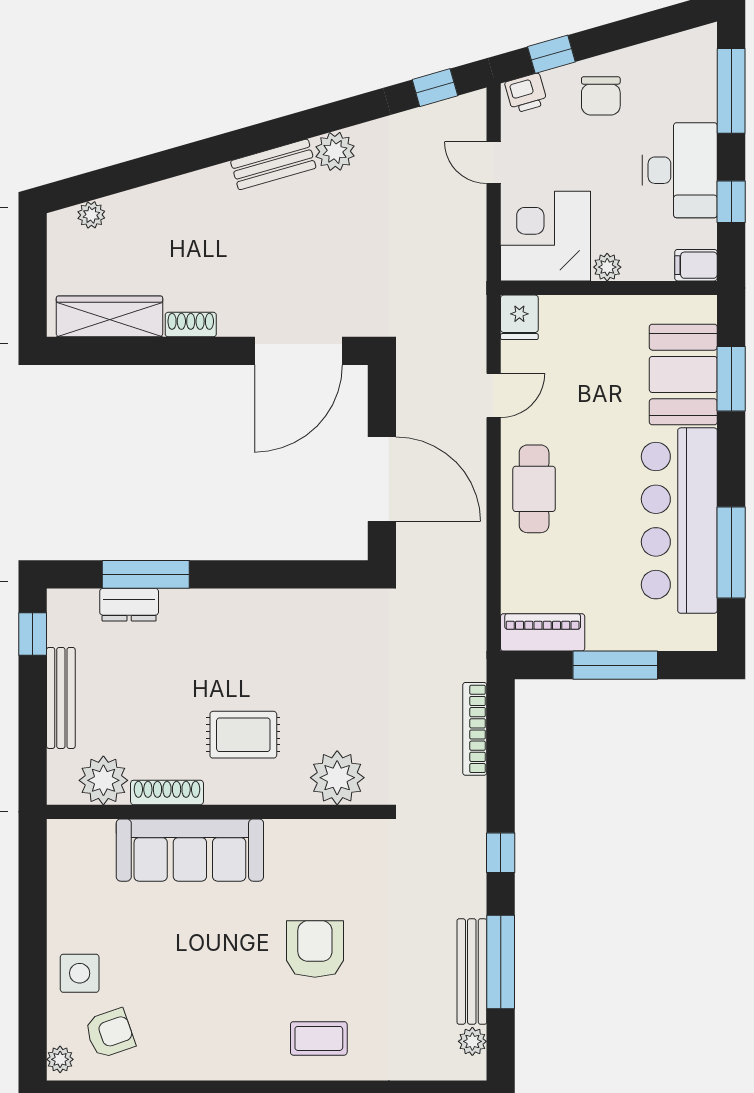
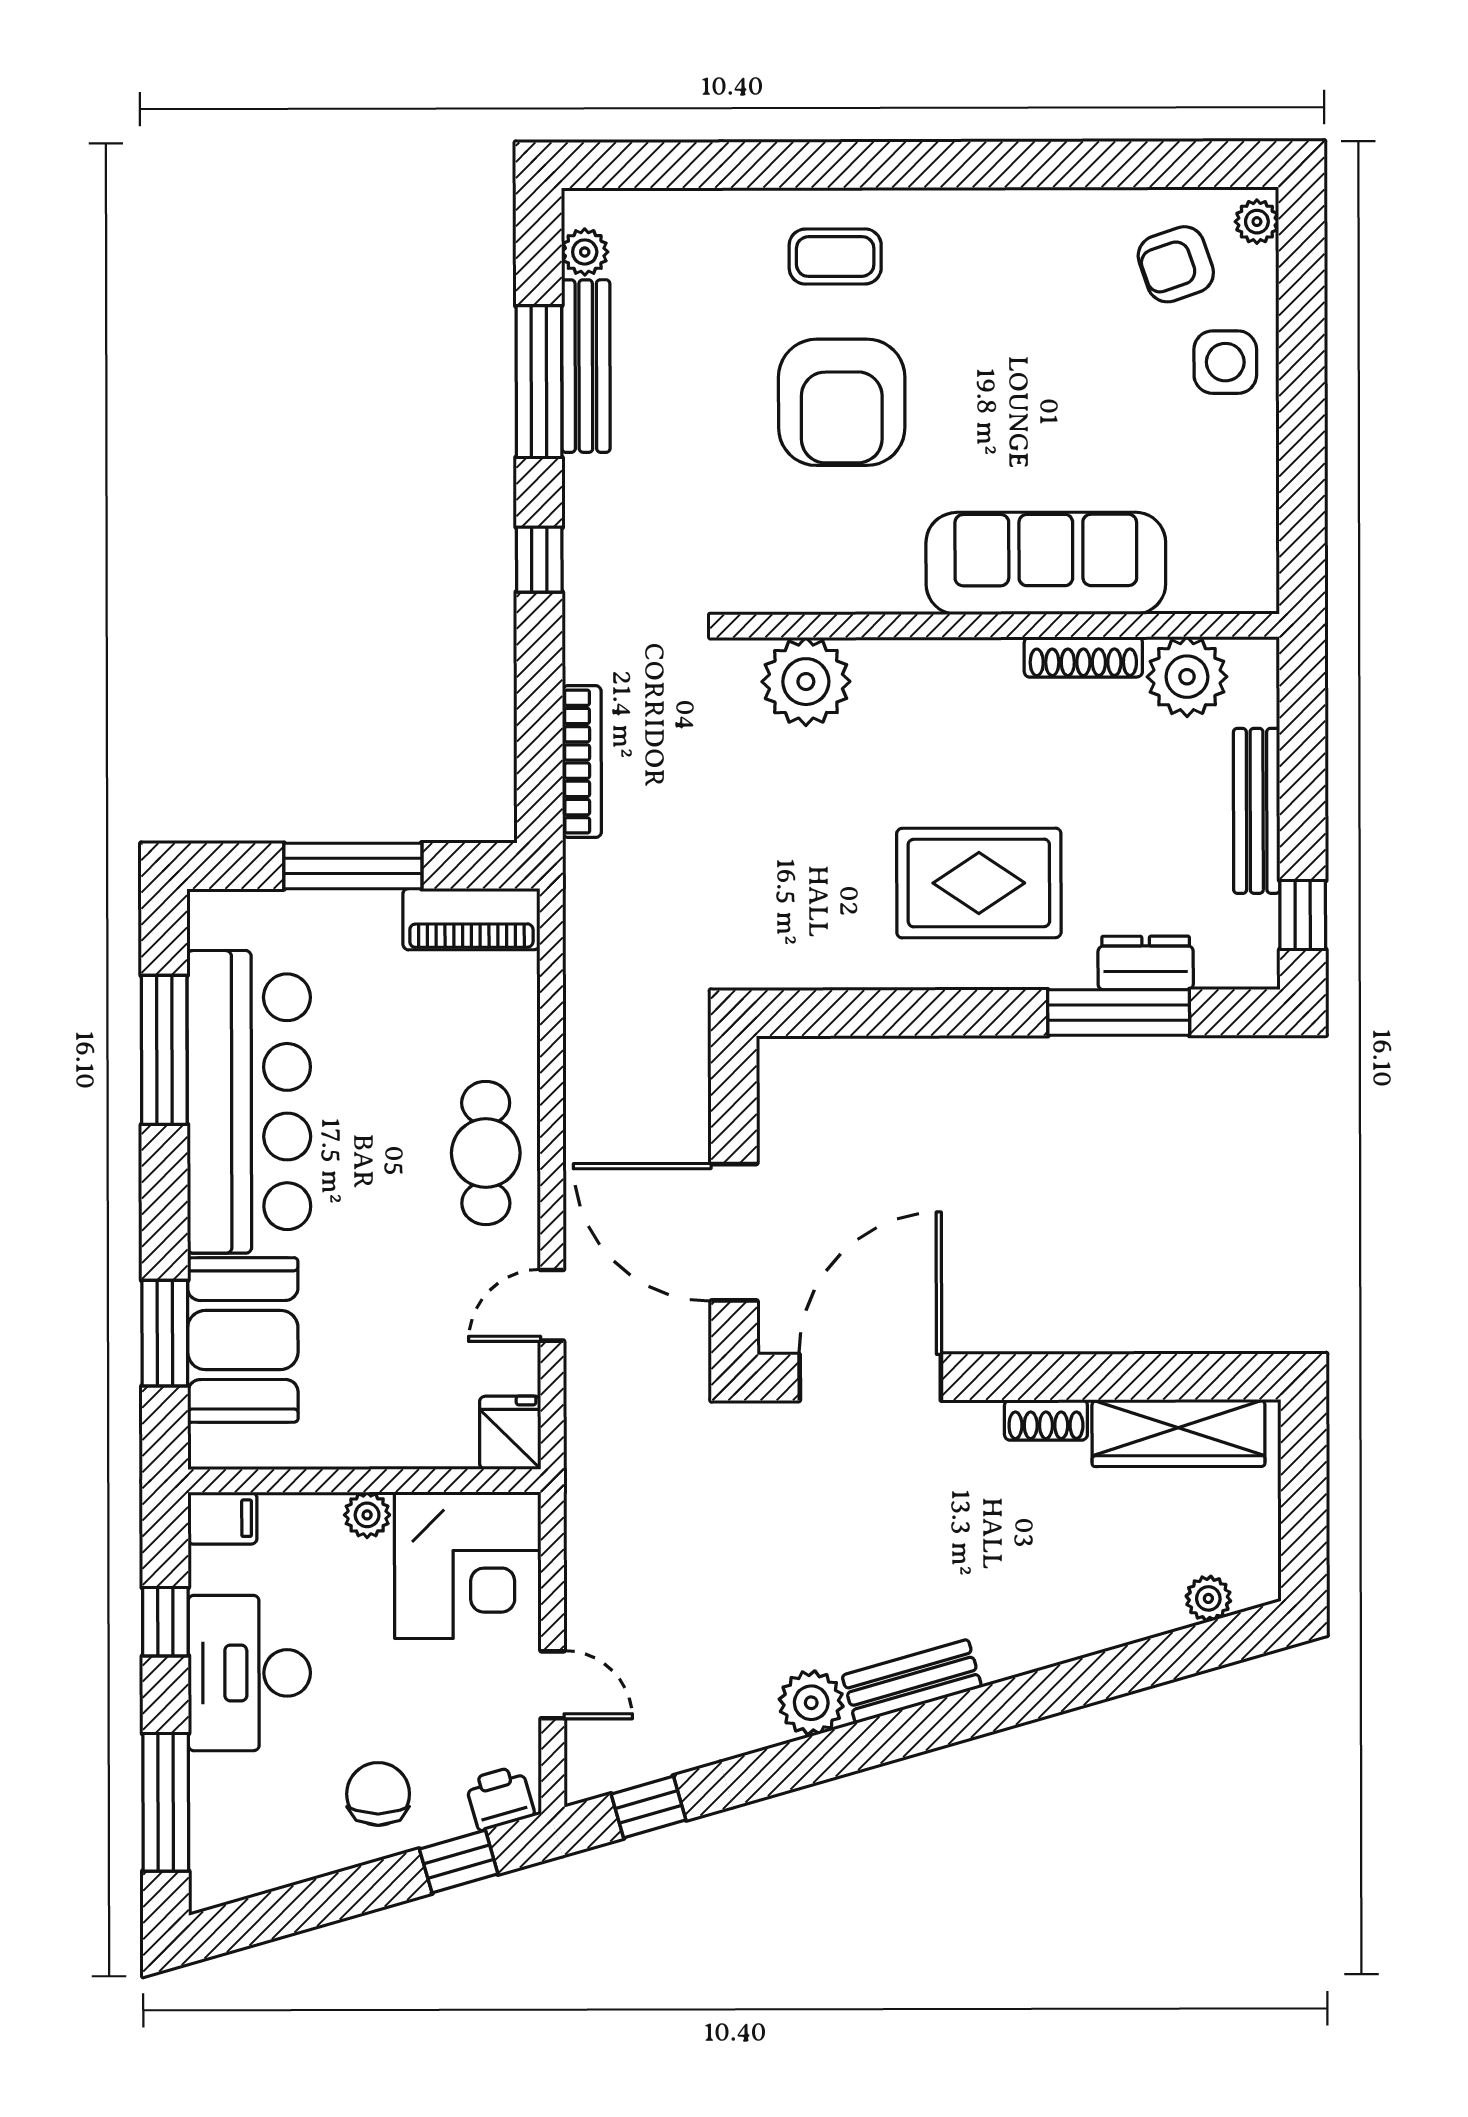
door: (382, 479) -> (734, 1232), moved
rug: (243, 735) -> (979, 883), moved, width x1.36, depth x1.43
armchair: (315, 949) -> (842, 402), width x1.36, depth x1.36

